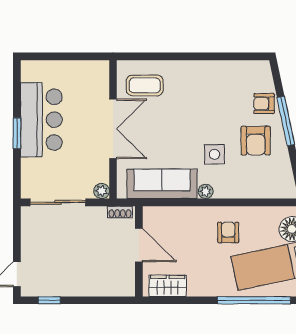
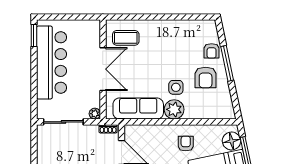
armchair: (264, 104) -> (212, 51), turned -90
bar counter: (41, 120) -> (52, 62), width x1.36
window: (17, 133) -> (34, 36), moved
plant: (206, 191) -> (174, 109), width x1.88, depth x1.88

